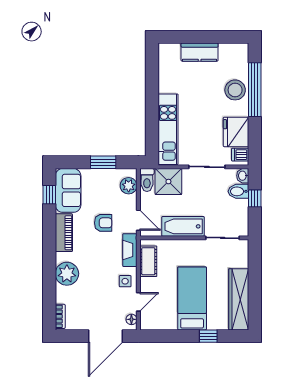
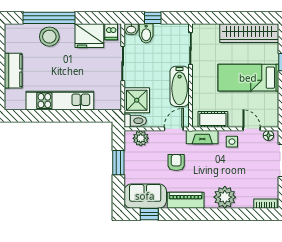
kitchen unit: (168, 129) -> (60, 101), moved

